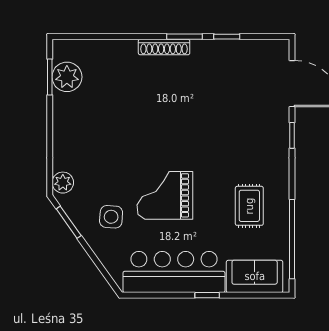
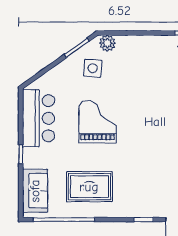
rug: (249, 206) -> (89, 187), width x1.36, depth x1.43
side table: (111, 217) -> (93, 68), moved
bar counter: (174, 272) -> (39, 118), width x0.73

